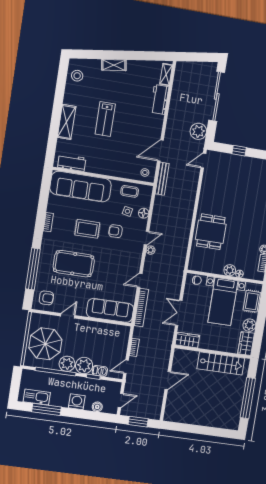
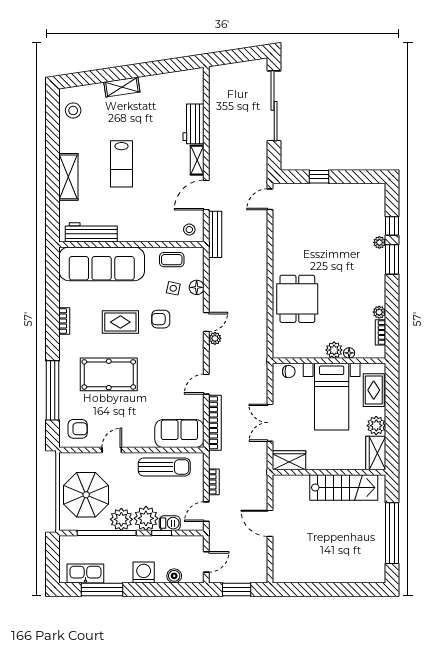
shelving: (166, 74) -> (197, 160), moved
plant: (198, 131) -> (256, 159), removed
workbench: (72, 163) -> (91, 232), width x1.38
sofa: (110, 310) -> (179, 434), width x0.73
sun lounger: (102, 332) -> (164, 467), added
door: (168, 380) -> (270, 523), swing flipped

